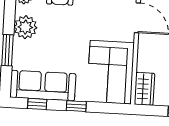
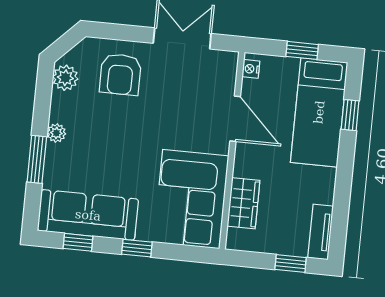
plant: (25, 27) -> (56, 133), width x0.53, depth x0.53
wardrobe: (144, 89) -> (243, 203), moved

